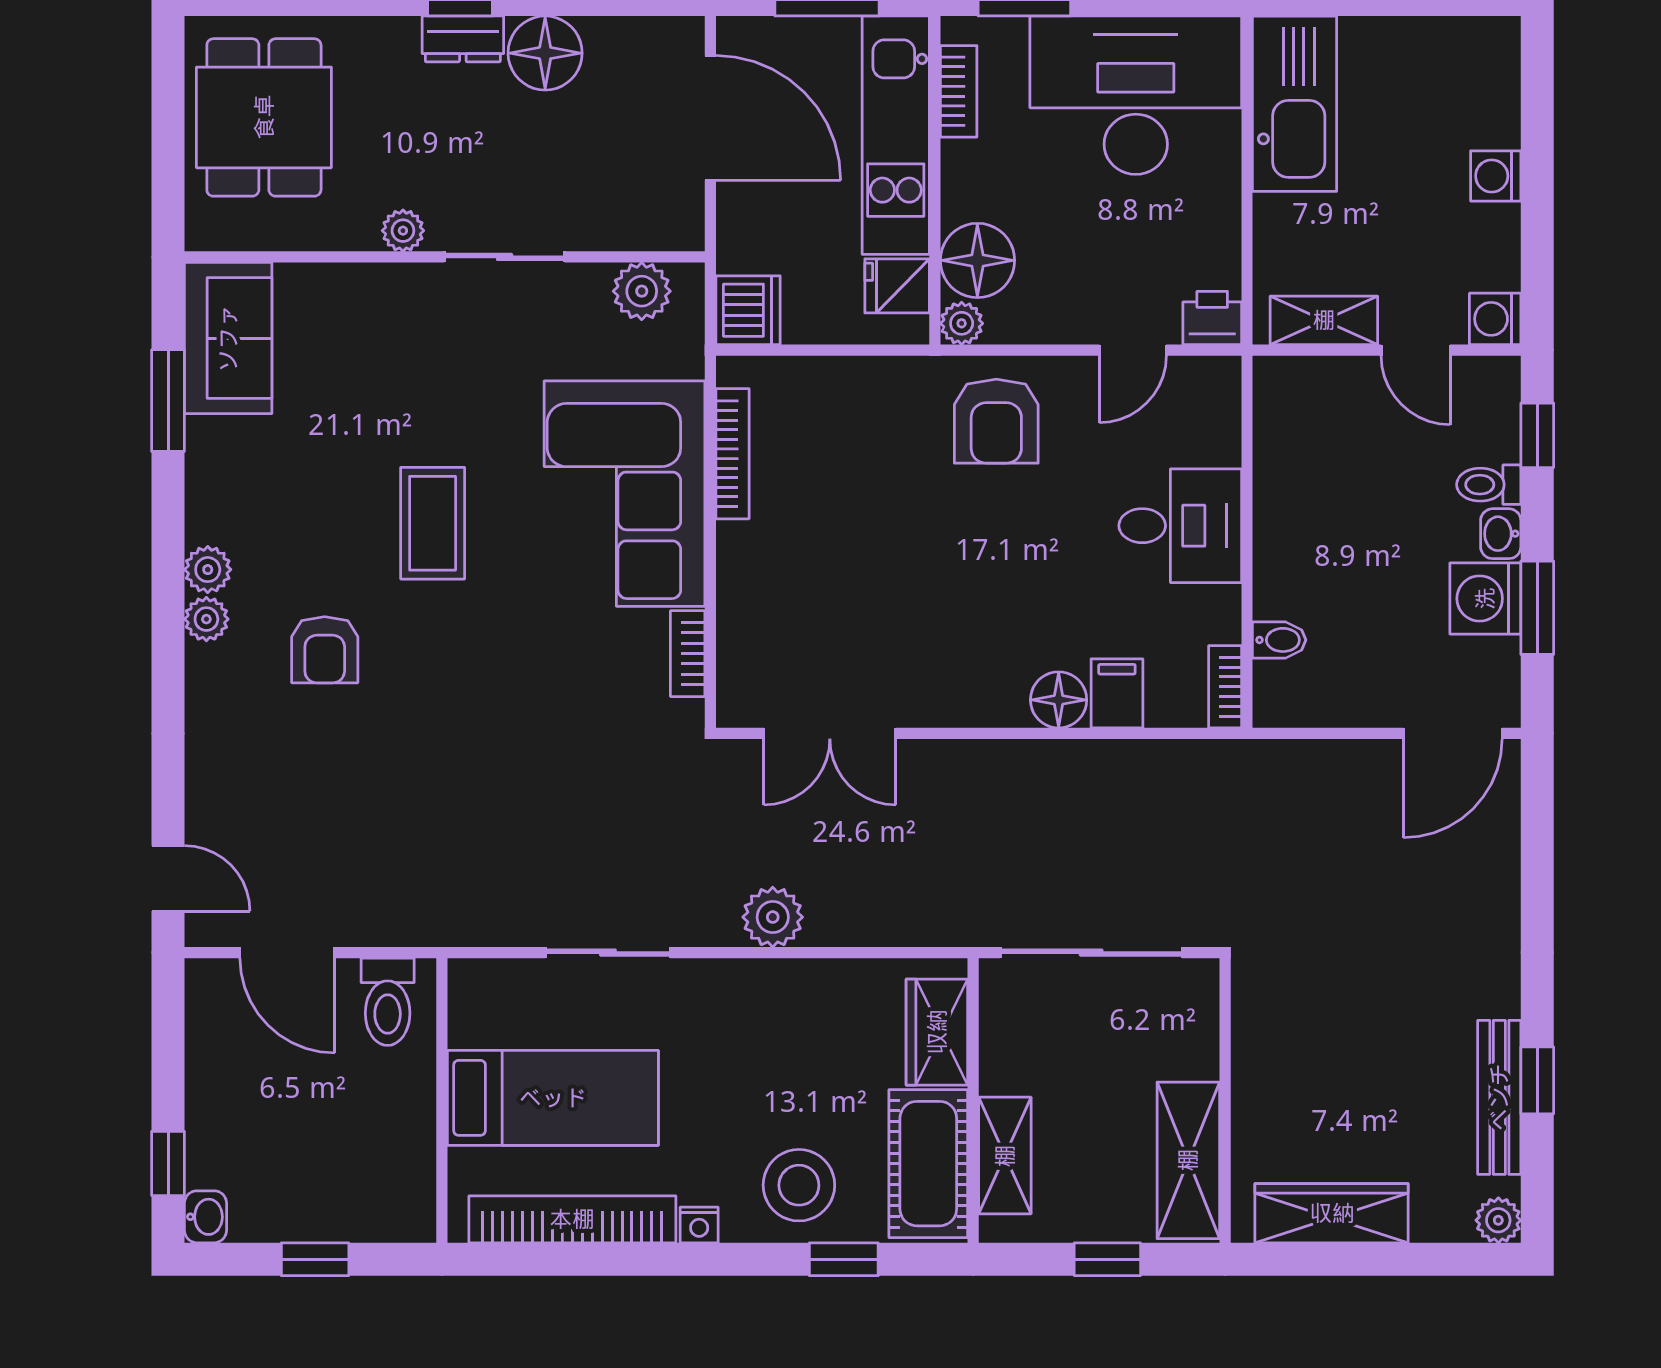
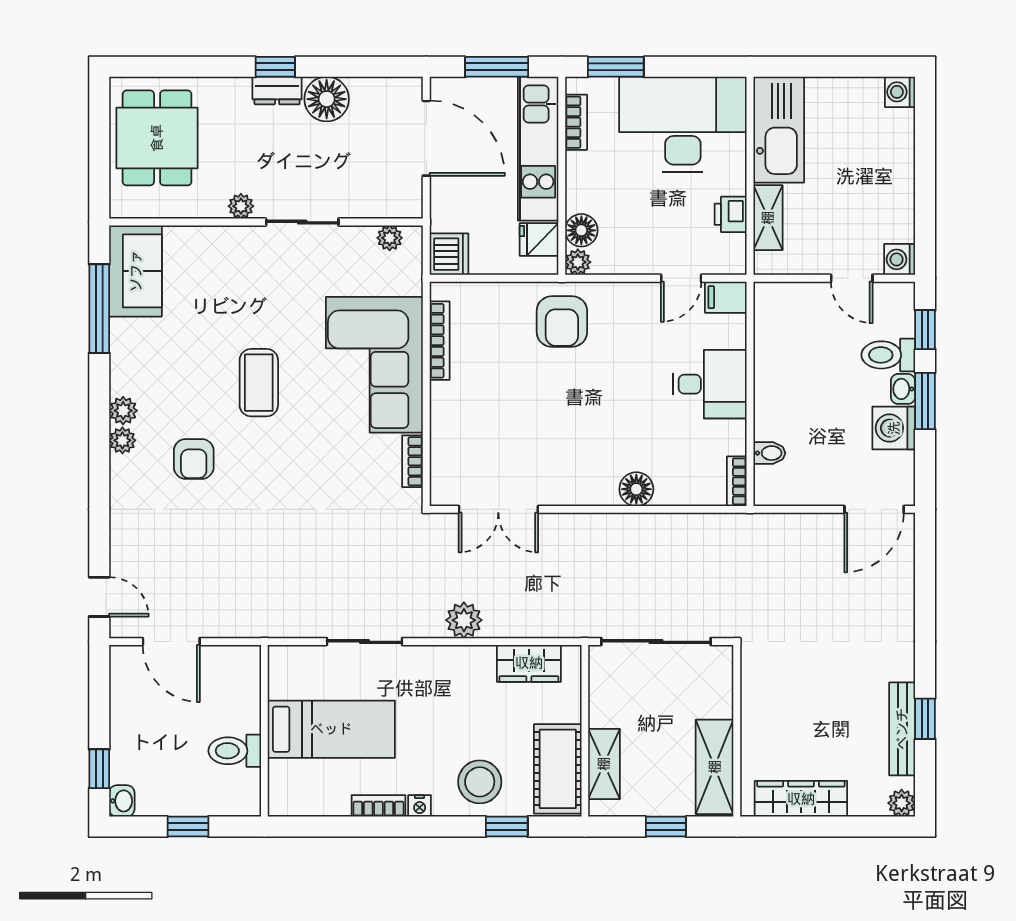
washing machine: (1496, 176) -> (900, 92), moved
floor lamp: (977, 260) -> (581, 230), width x0.73, depth x0.73
plant: (642, 291) -> (390, 238), width x0.73, depth x0.73
printer: (1212, 318) -> (731, 214), moved, turned -90
shelving: (1324, 320) -> (768, 218), moved, turned 90
window: (168, 401) -> (99, 309), width x1.44
armchair: (996, 421) -> (562, 321), moved
toilet: (1489, 485) -> (888, 355), width x1.37, depth x1.39
window: (1537, 608) -> (925, 401), moved
filing cabinet: (1117, 693) -> (726, 297), moved, turned -90
toilet: (388, 1002) -> (235, 751), moved, turned 90
wardrobe: (937, 1032) -> (529, 663), moved, turned -90
bookcase: (572, 1219) -> (379, 806), width x0.43, depth x0.76

